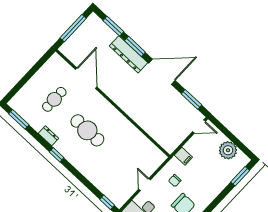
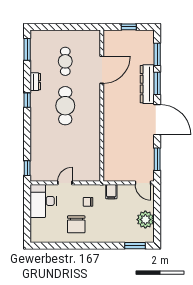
window: (73, 28) -> (129, 27), width x0.46
cafe table: (54, 99) -> (65, 61), turned 90

